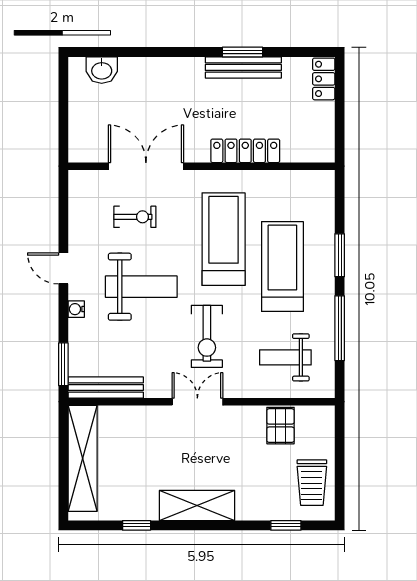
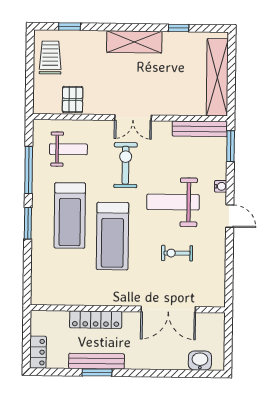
locker: (245, 151) -> (96, 320), moved
double door: (146, 166) -> (168, 309), moved
wall: (201, 166) -> (128, 309), moved

